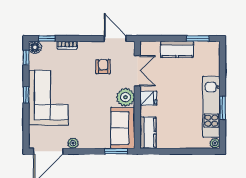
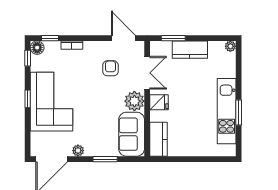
window: (198, 38) -> (173, 38), moved
plant: (215, 143) -> (230, 46), moved
window: (116, 151) -> (105, 159), moved

